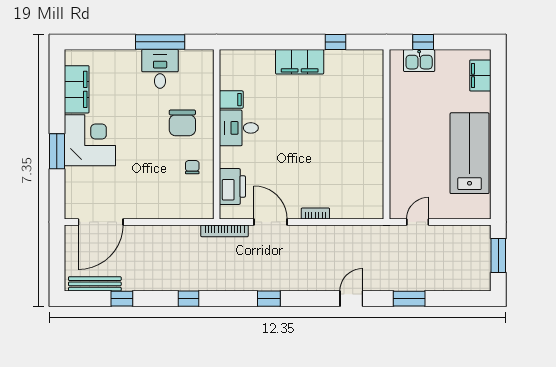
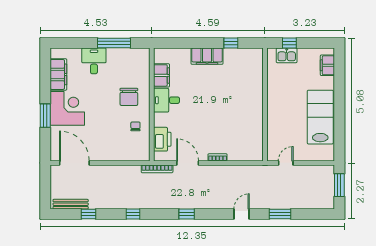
desk: (160, 69) -> (94, 61), moved
filing cabinet: (231, 100) -> (161, 75), width x2.00
door: (101, 222) -> (74, 163), swing flipped

